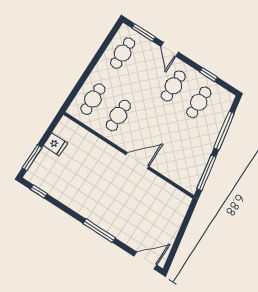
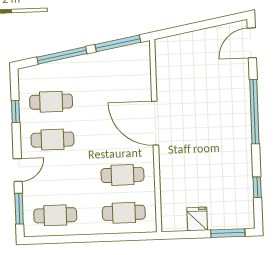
door: (137, 160) -> (155, 123), width x1.36
window: (39, 191) -> (257, 187), moved
window: (99, 231) -> (254, 112), width x1.46
door: (145, 261) -> (252, 43), hinge flipped

